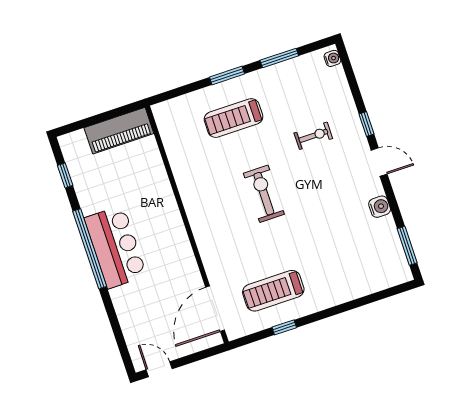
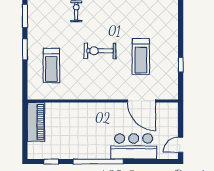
treadmill: (234, 118) -> (51, 66), moved
bar counter: (115, 247) -> (134, 146), moved
treadmill: (273, 291) -> (141, 56), moved
door: (215, 309) -> (141, 101), moved

